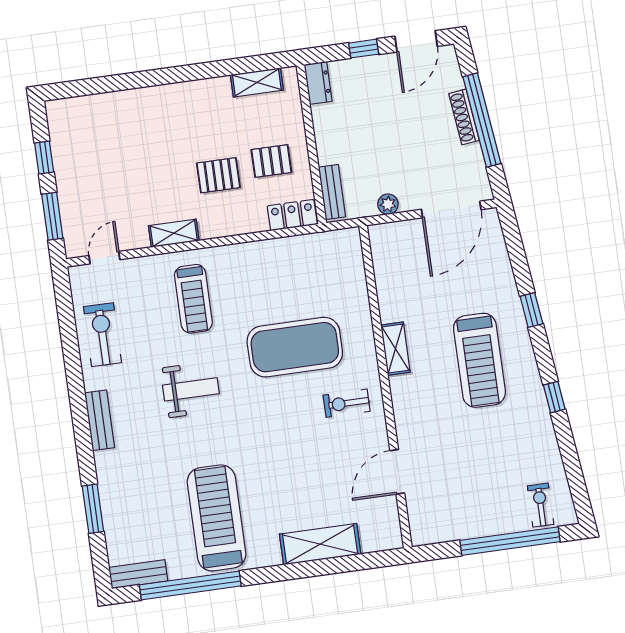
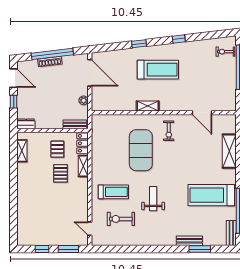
shelving: (174, 233) -> (83, 166), moved
exercise bike: (102, 335) -> (121, 219), moved
bench: (99, 420) -> (189, 241), moved

